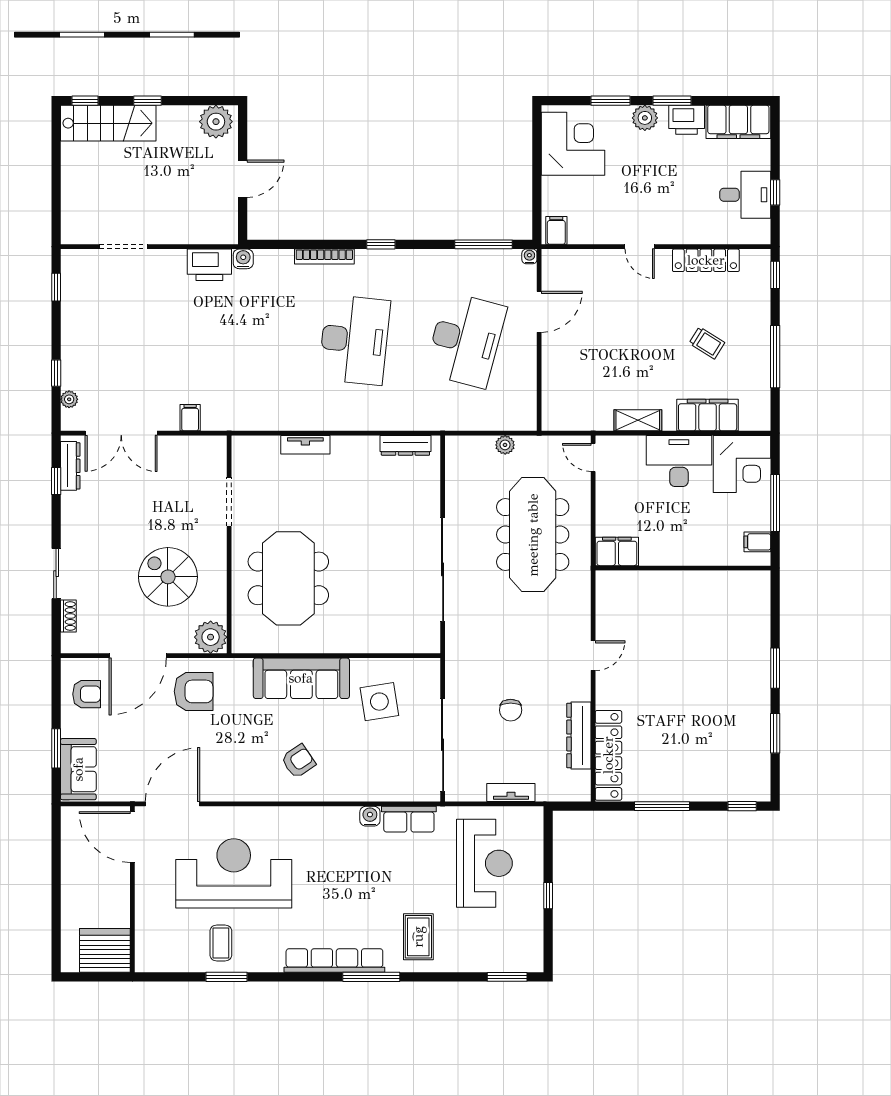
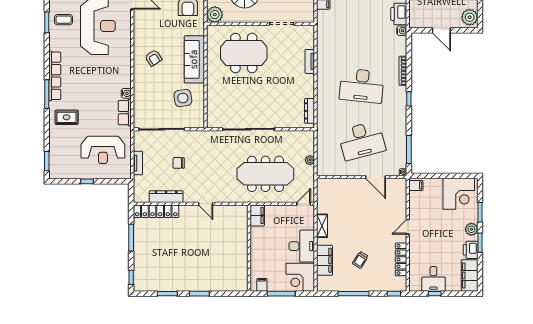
desk: (466, 340) -> (362, 141), turned -30

